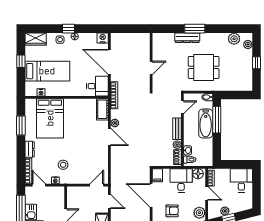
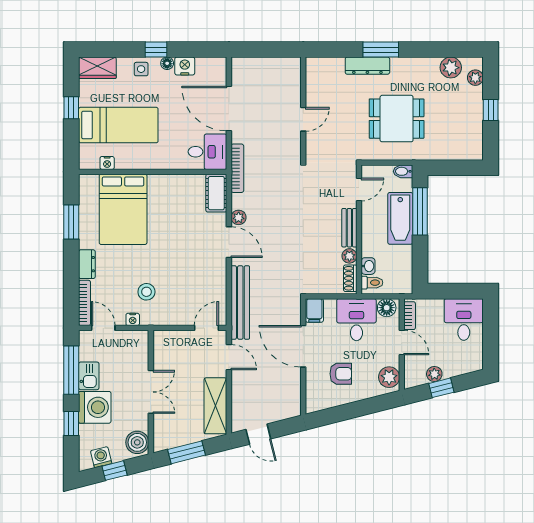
nightstand: (103, 38) -> (185, 66), moved
bench: (116, 171) -> (240, 302), added

